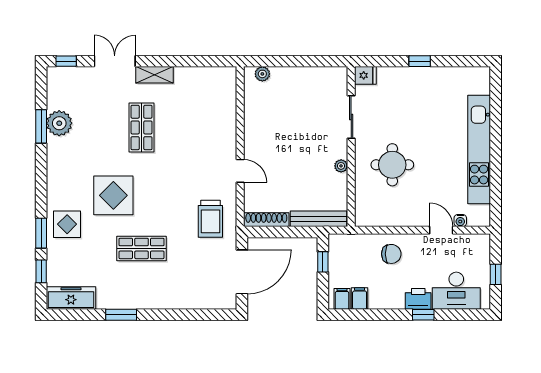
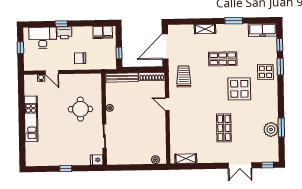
shelving: (155, 75) -> (186, 159), moved
kitchen unit: (479, 149) -> (31, 119), width x0.73
shelving: (172, 301) -> (205, 29), added

